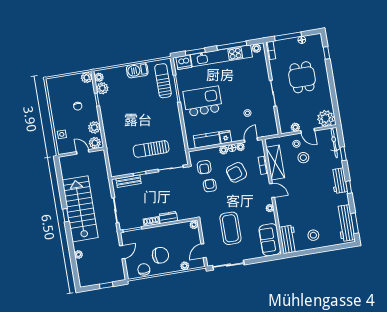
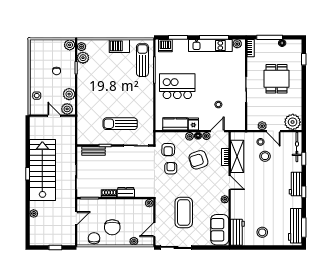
kitchen unit: (221, 56) -> (210, 46), width x0.73
chair: (160, 255) -> (112, 227), turned 90

